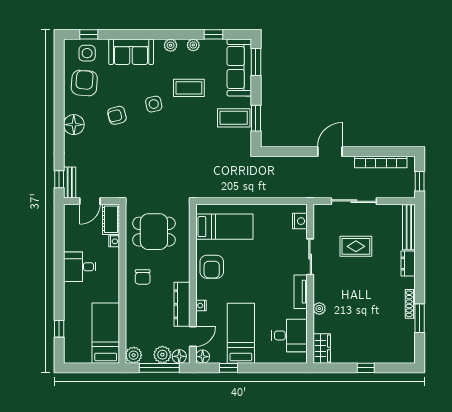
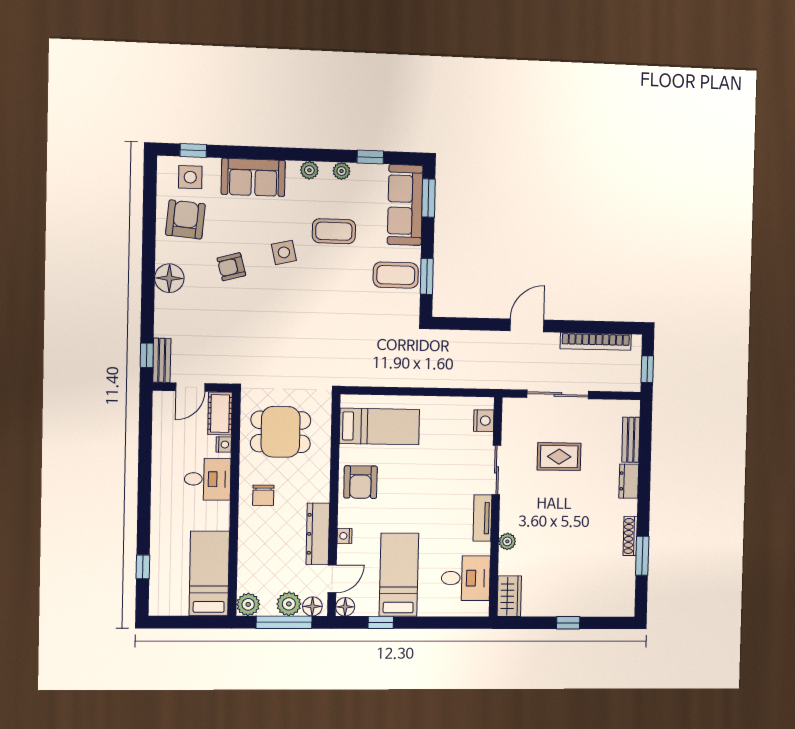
bench: (409, 227) -> (631, 440), width x0.73
desk: (80, 267) -> (208, 479), moved, turned 180

